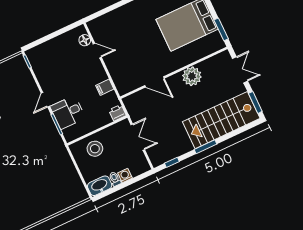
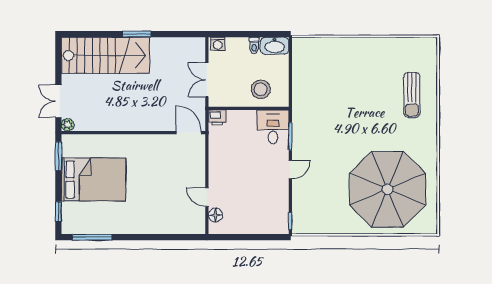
plant: (192, 76) -> (68, 125), moved, width x0.53, depth x0.53
door: (155, 82) -> (189, 133), moved
filing cabinet: (105, 87) -> (218, 152), removed
window: (255, 102) -> (58, 57), removed
desk: (68, 112) -> (273, 127), moved, turned -90
window: (172, 162) -> (182, 34), removed
washing machine: (125, 175) -> (218, 44), moved

